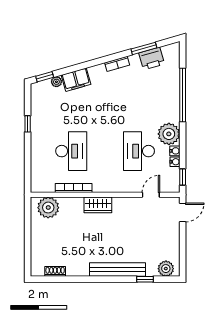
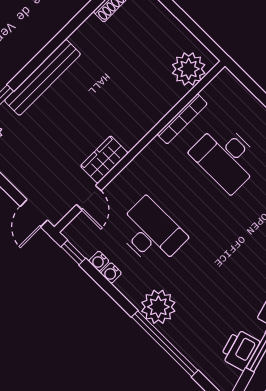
plant: (169, 134) -> (158, 307), moved
wardrobe: (98, 205) -> (104, 160), moved

